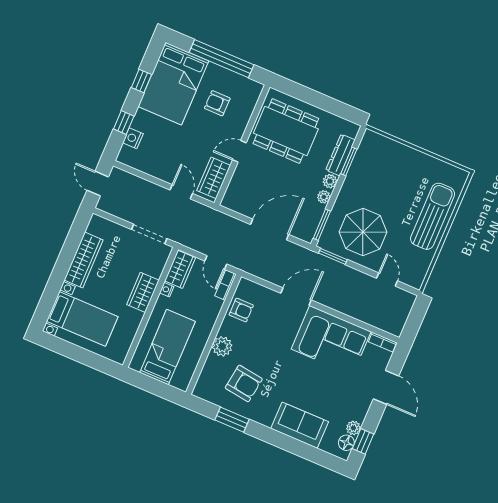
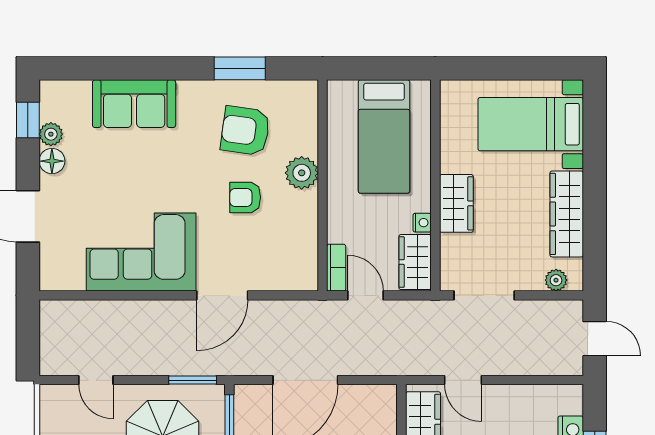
plant: (105, 225) -> (556, 280), added
armchair: (241, 310) -> (245, 197), moved
bookcase: (382, 342) -> (62, 283), removed
floor lamp: (346, 443) -> (52, 161), moved

